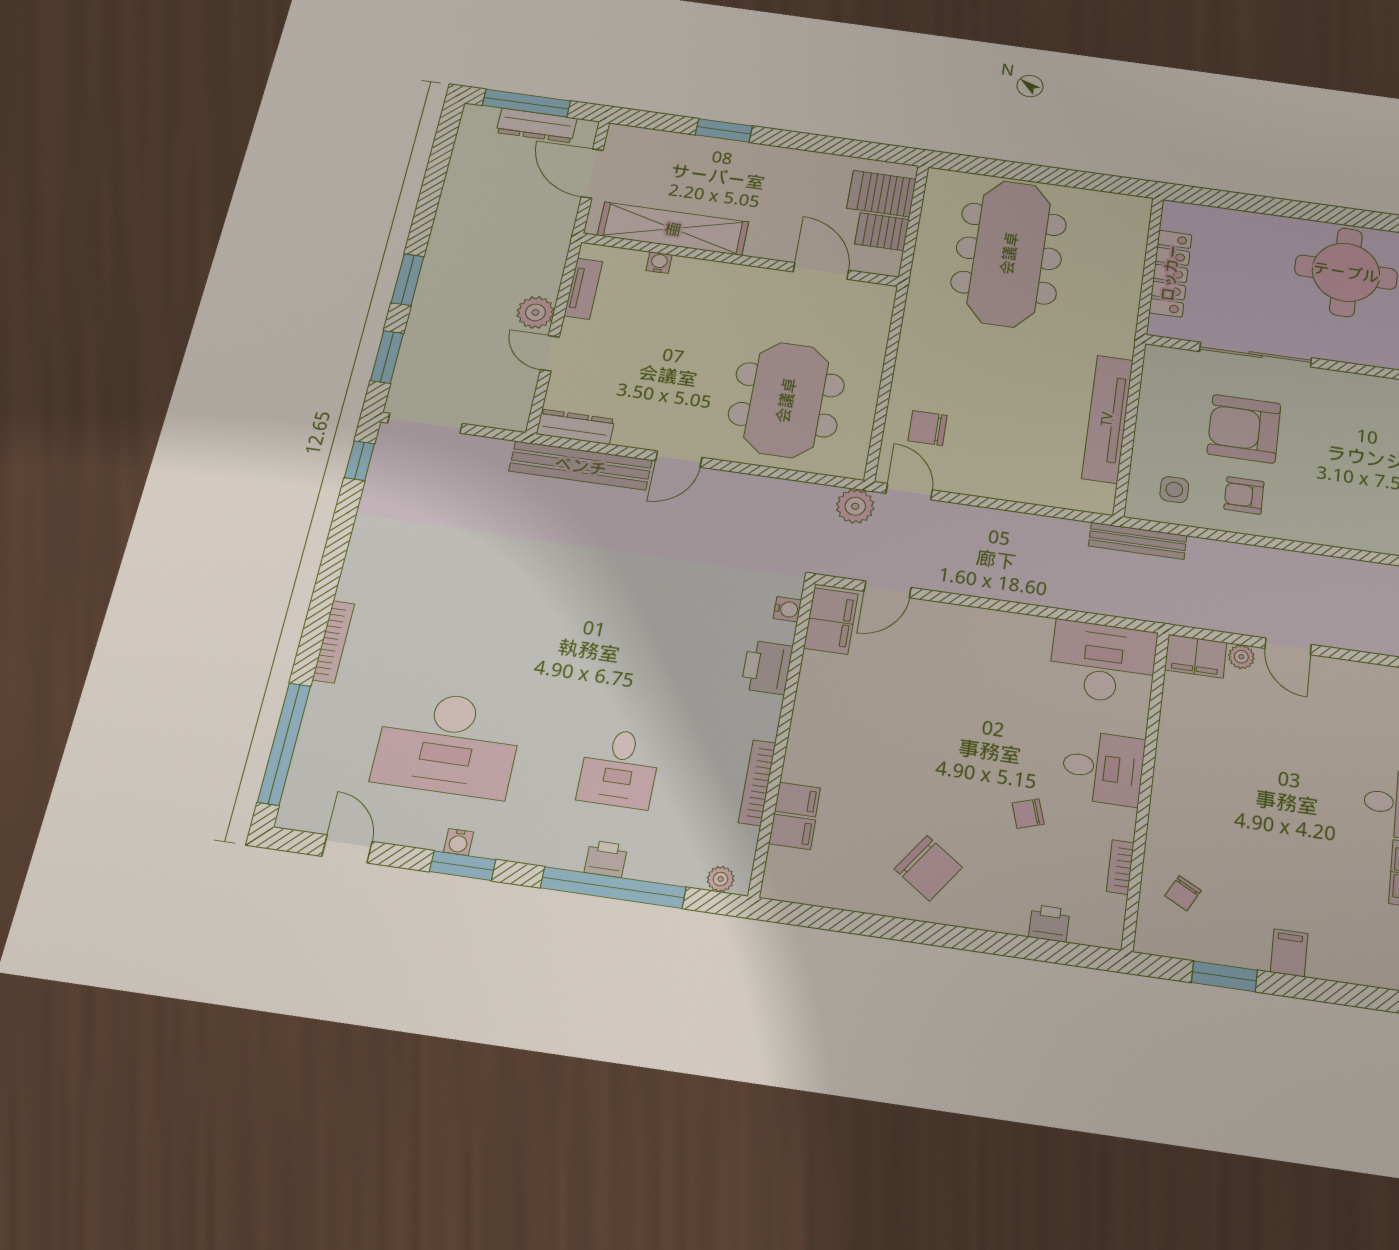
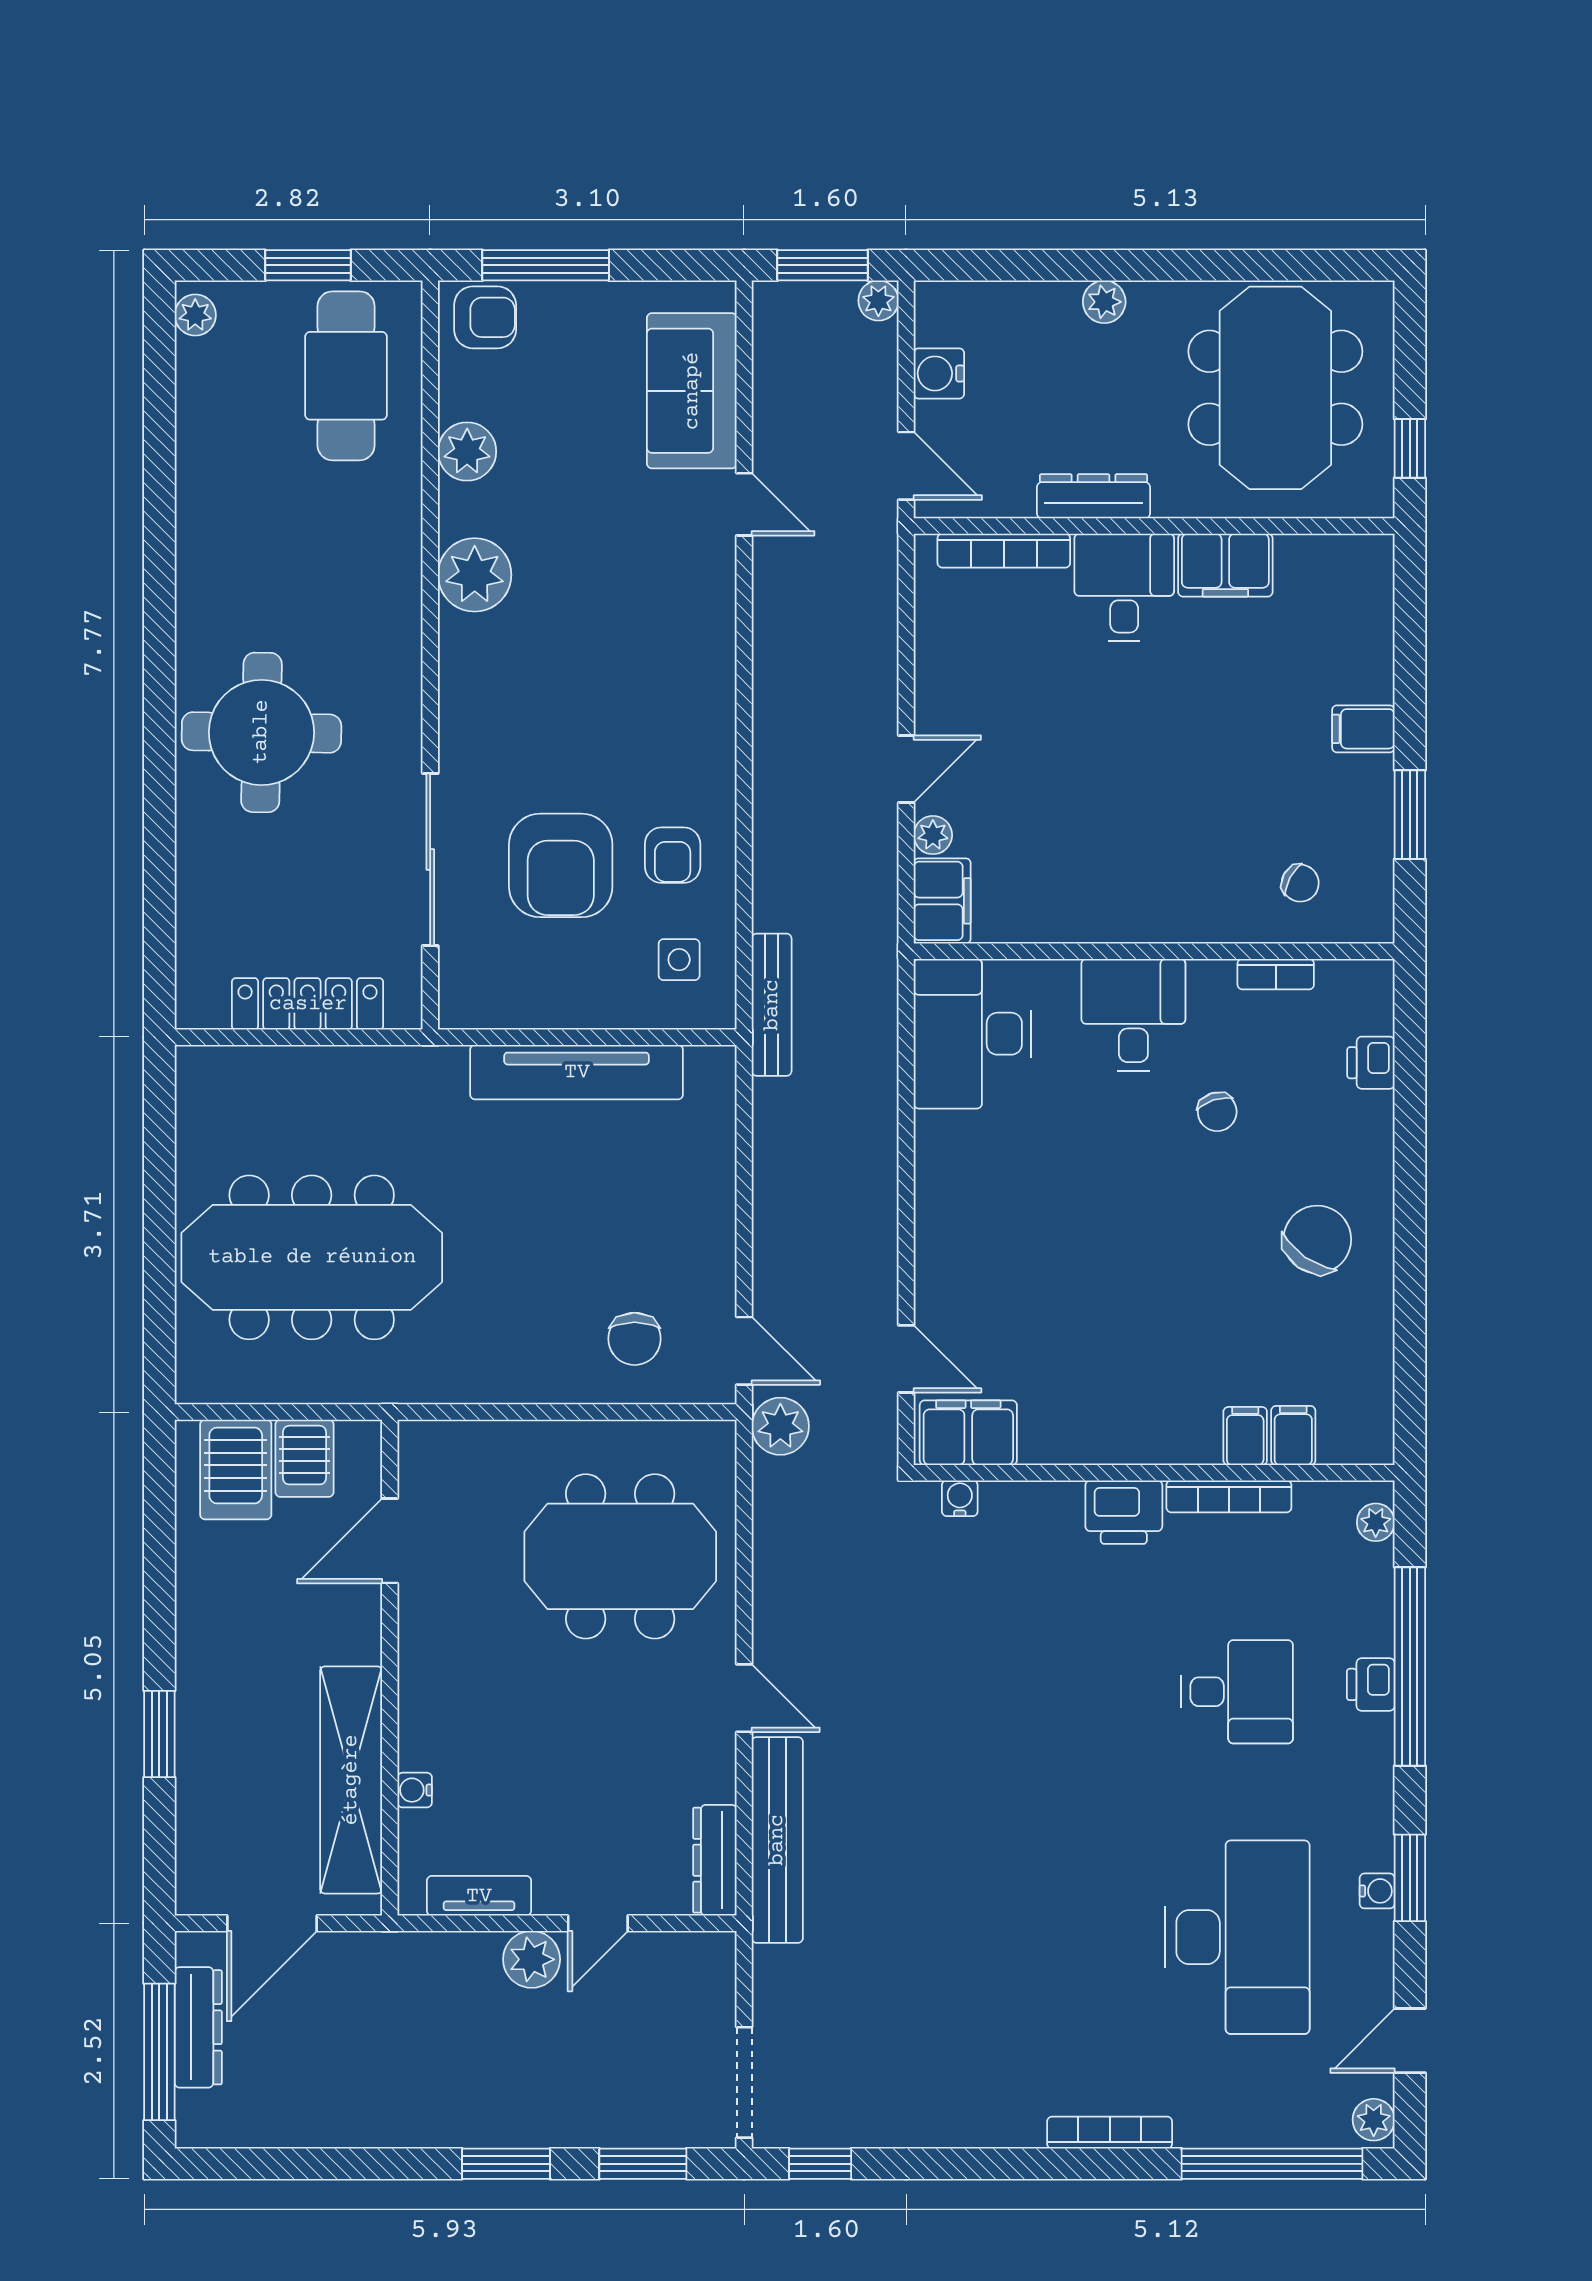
door: (909, 492) -> (744, 1351), swing flipped
printer: (767, 667) -> (1124, 1512), moved
plant: (297, 816) -> (1374, 2120), added

